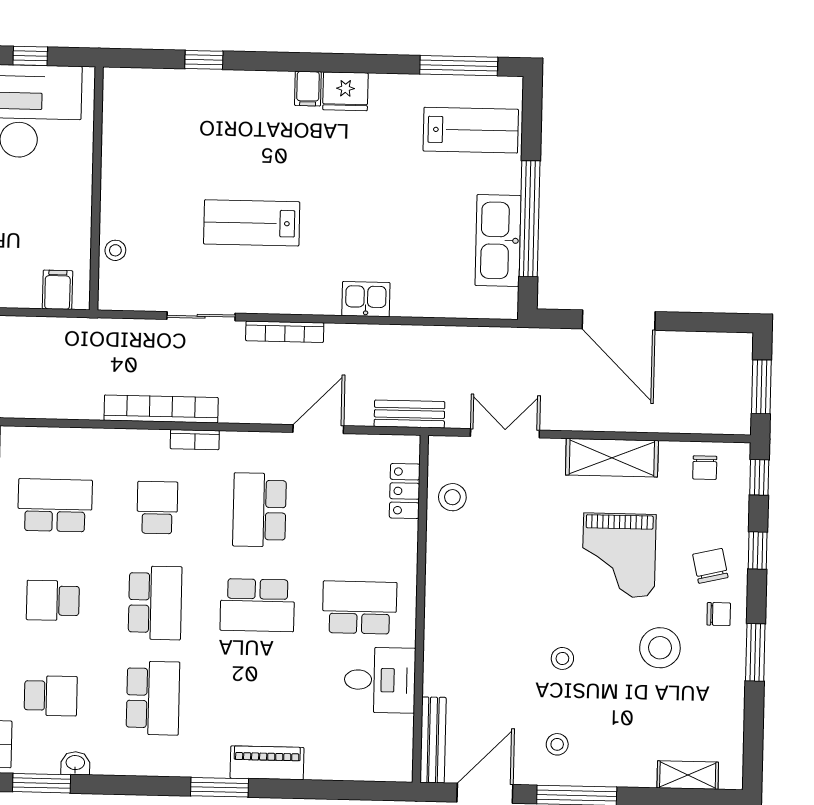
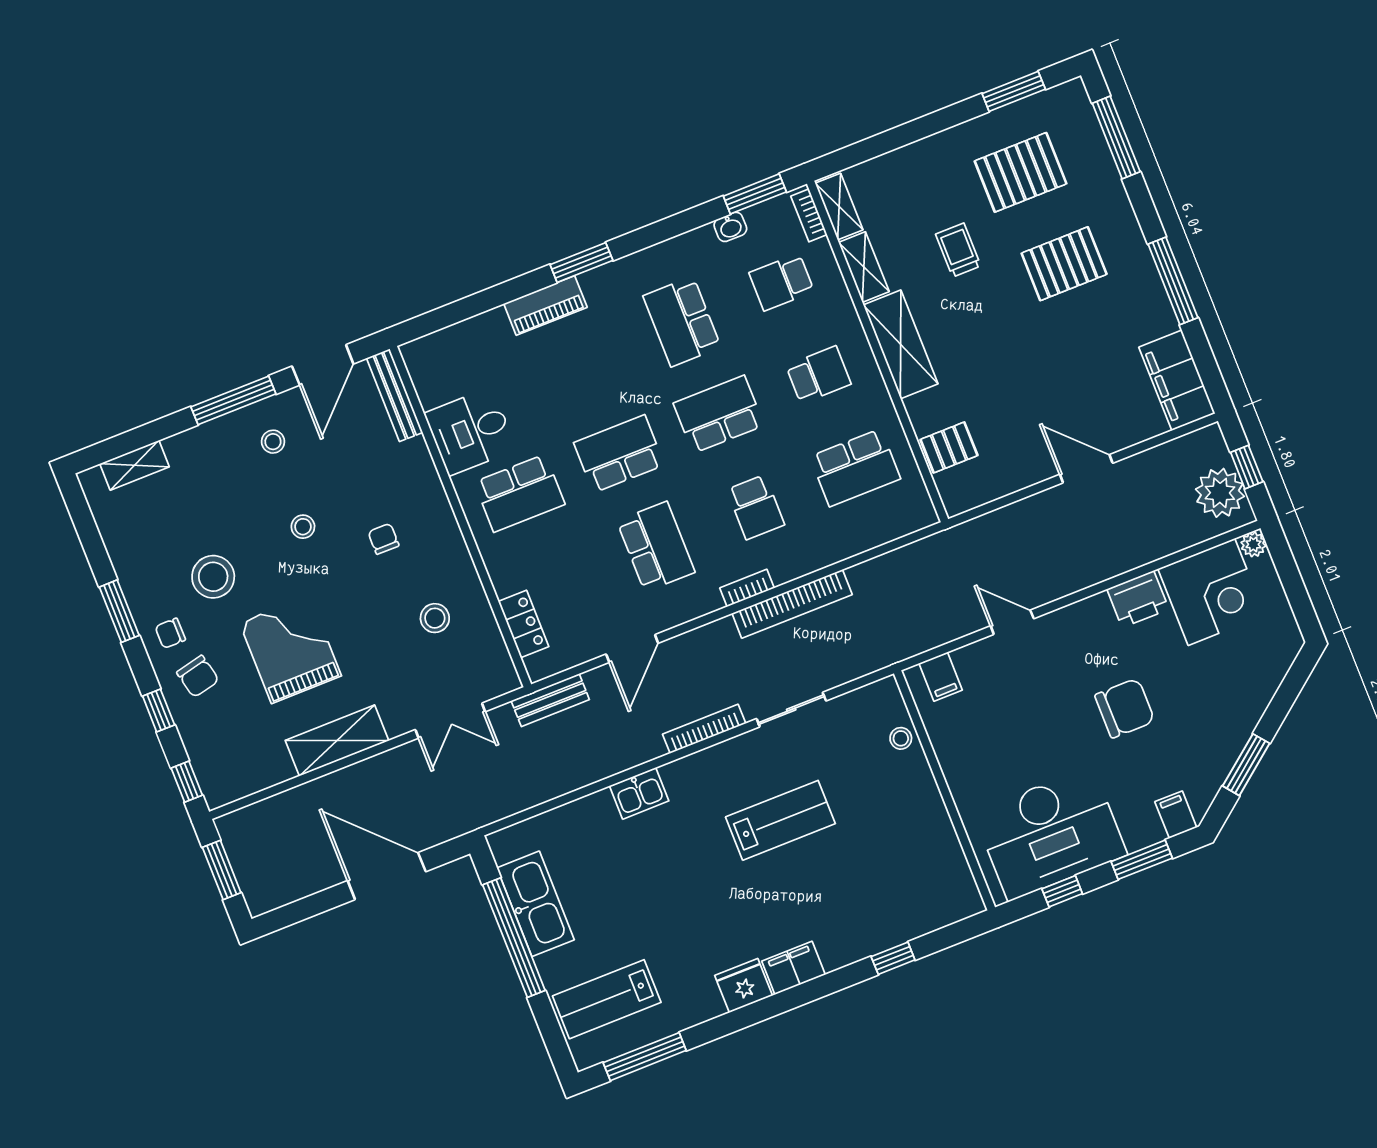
filing cabinet: (308, 89) -> (793, 968), width x2.00
chair: (705, 468) -> (383, 539), moved
stool: (452, 497) -> (435, 618), moved
school desk: (155, 603) -> (719, 414), turned 90

